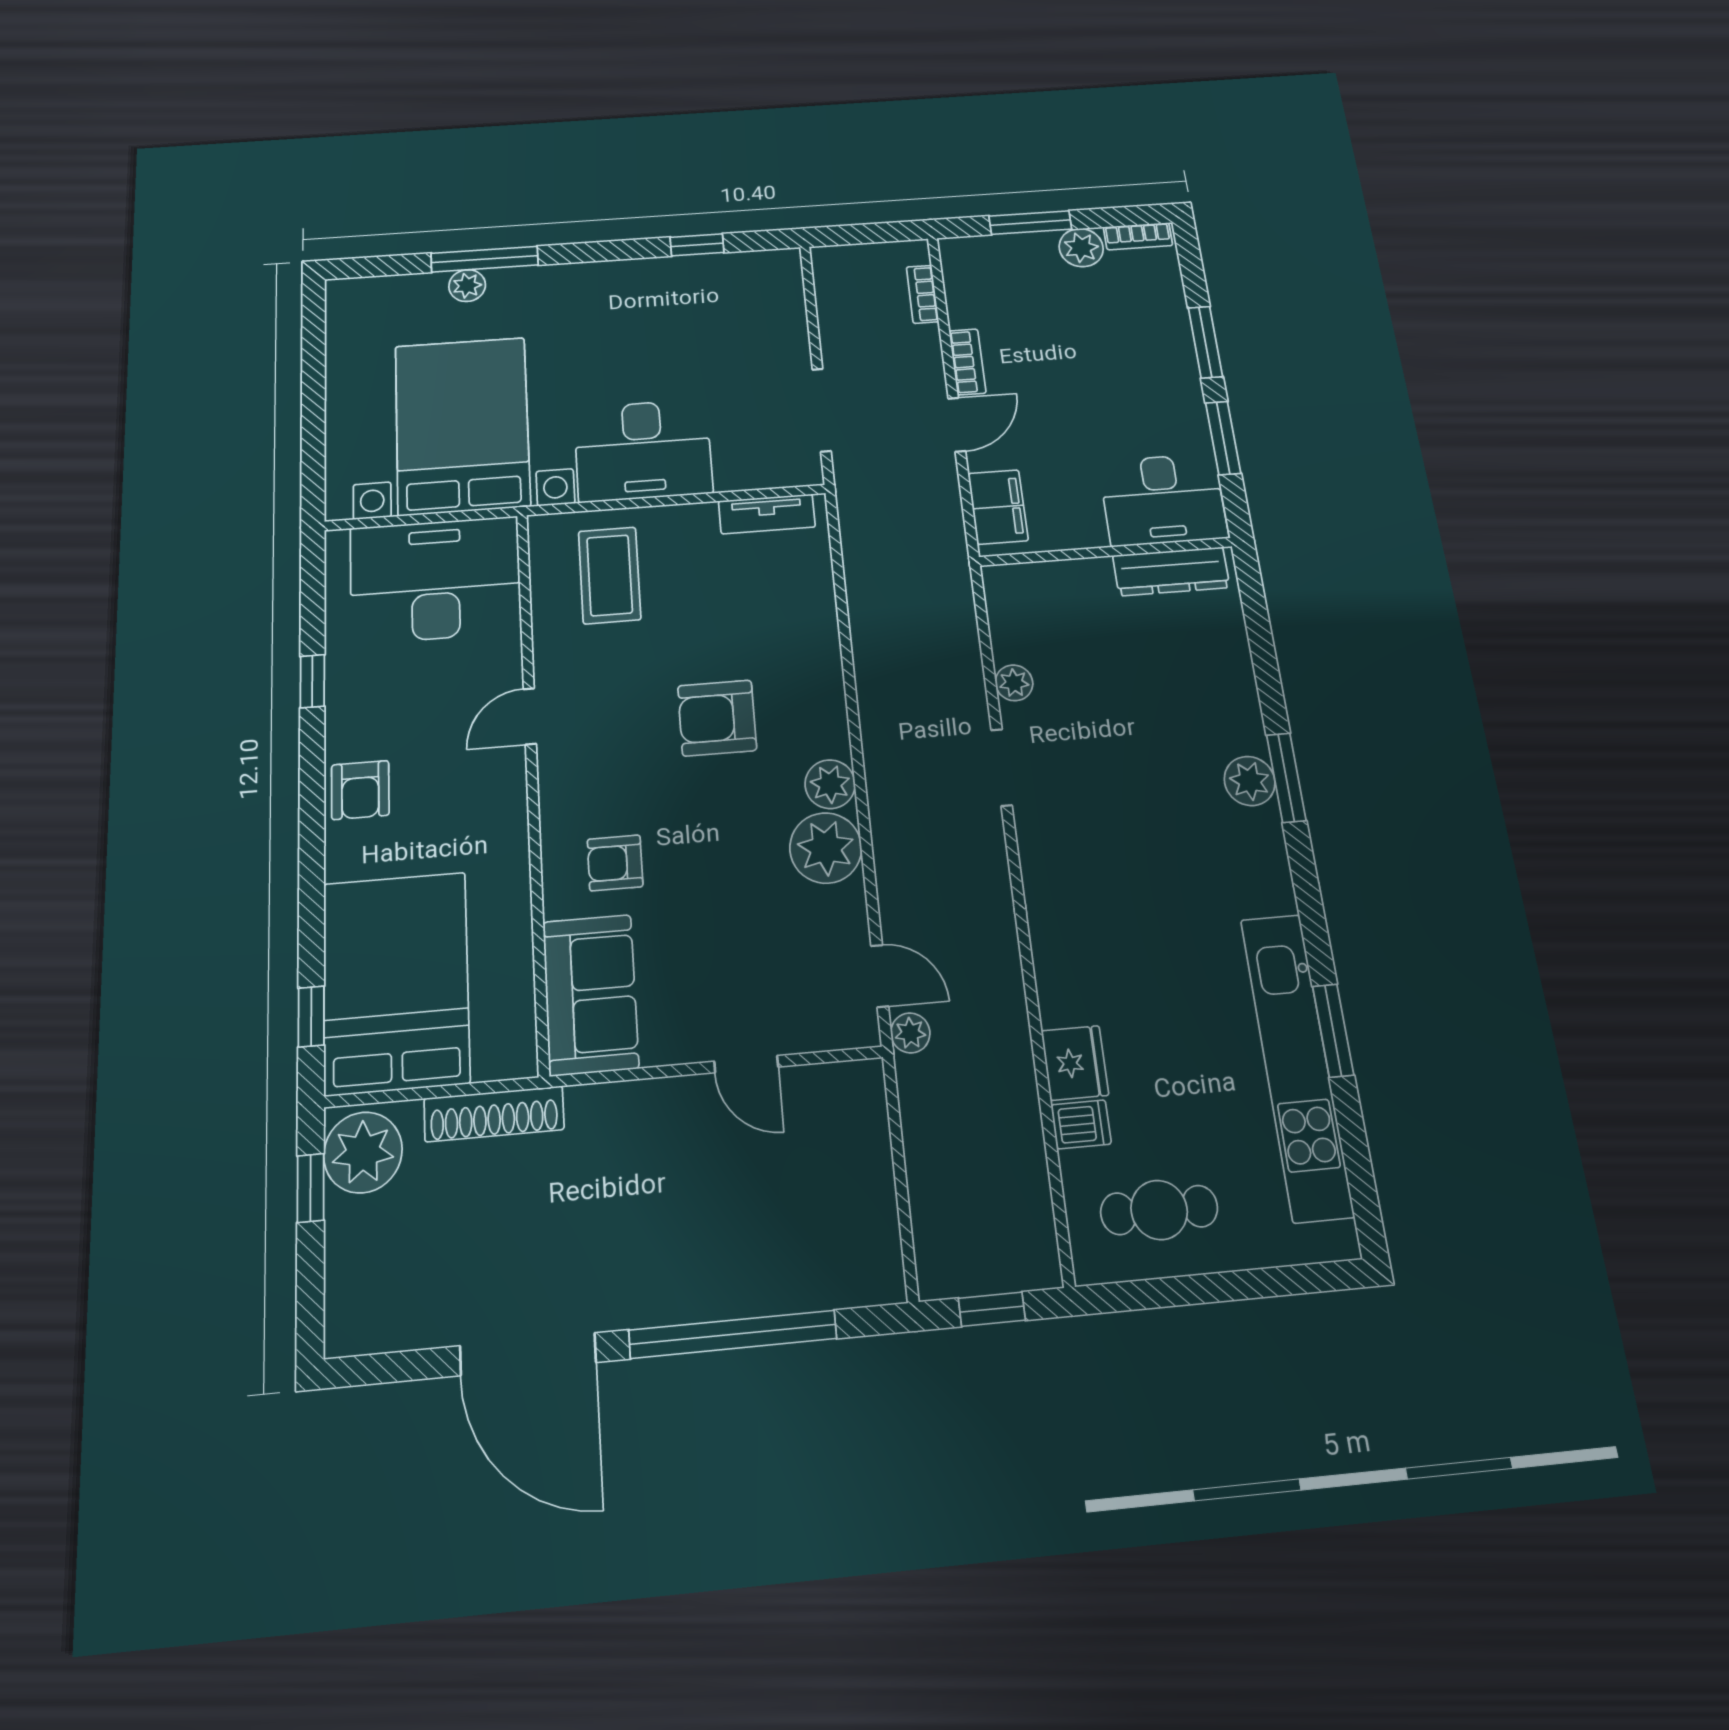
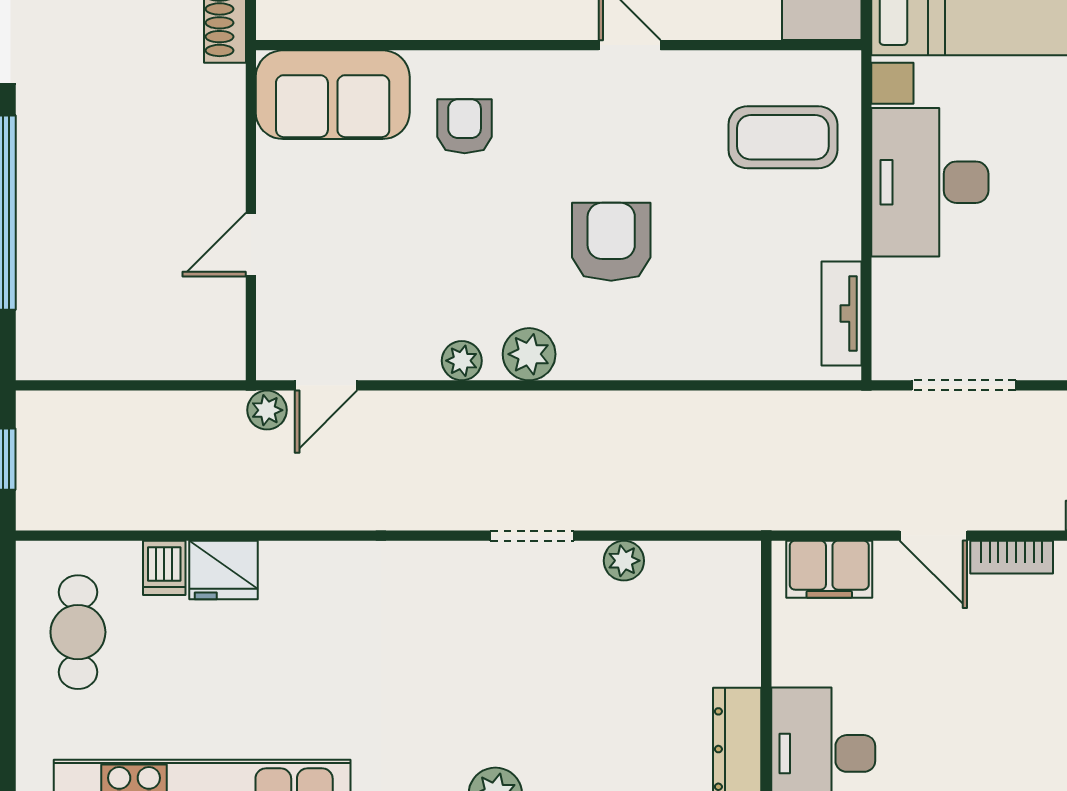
plant: (826, 848) -> (462, 361), width x0.53, depth x0.53

